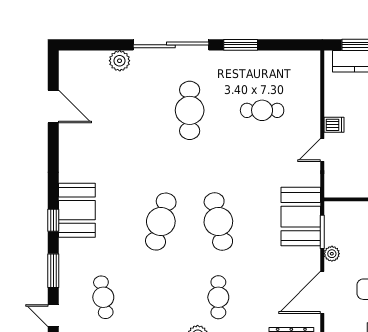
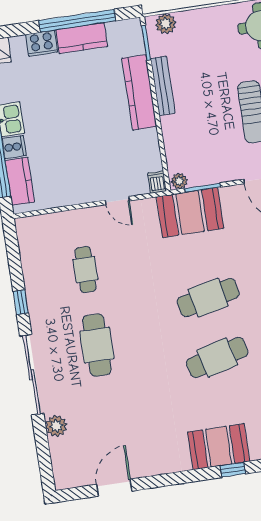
window: (241, 45) -> (21, 302), width x0.67
cafe table: (190, 110) -> (97, 345), turned 90
dishwasher: (334, 125) -> (157, 182), moved
cafe table: (161, 222) -> (217, 357), turned -30
plant: (332, 254) -> (179, 181), moved

